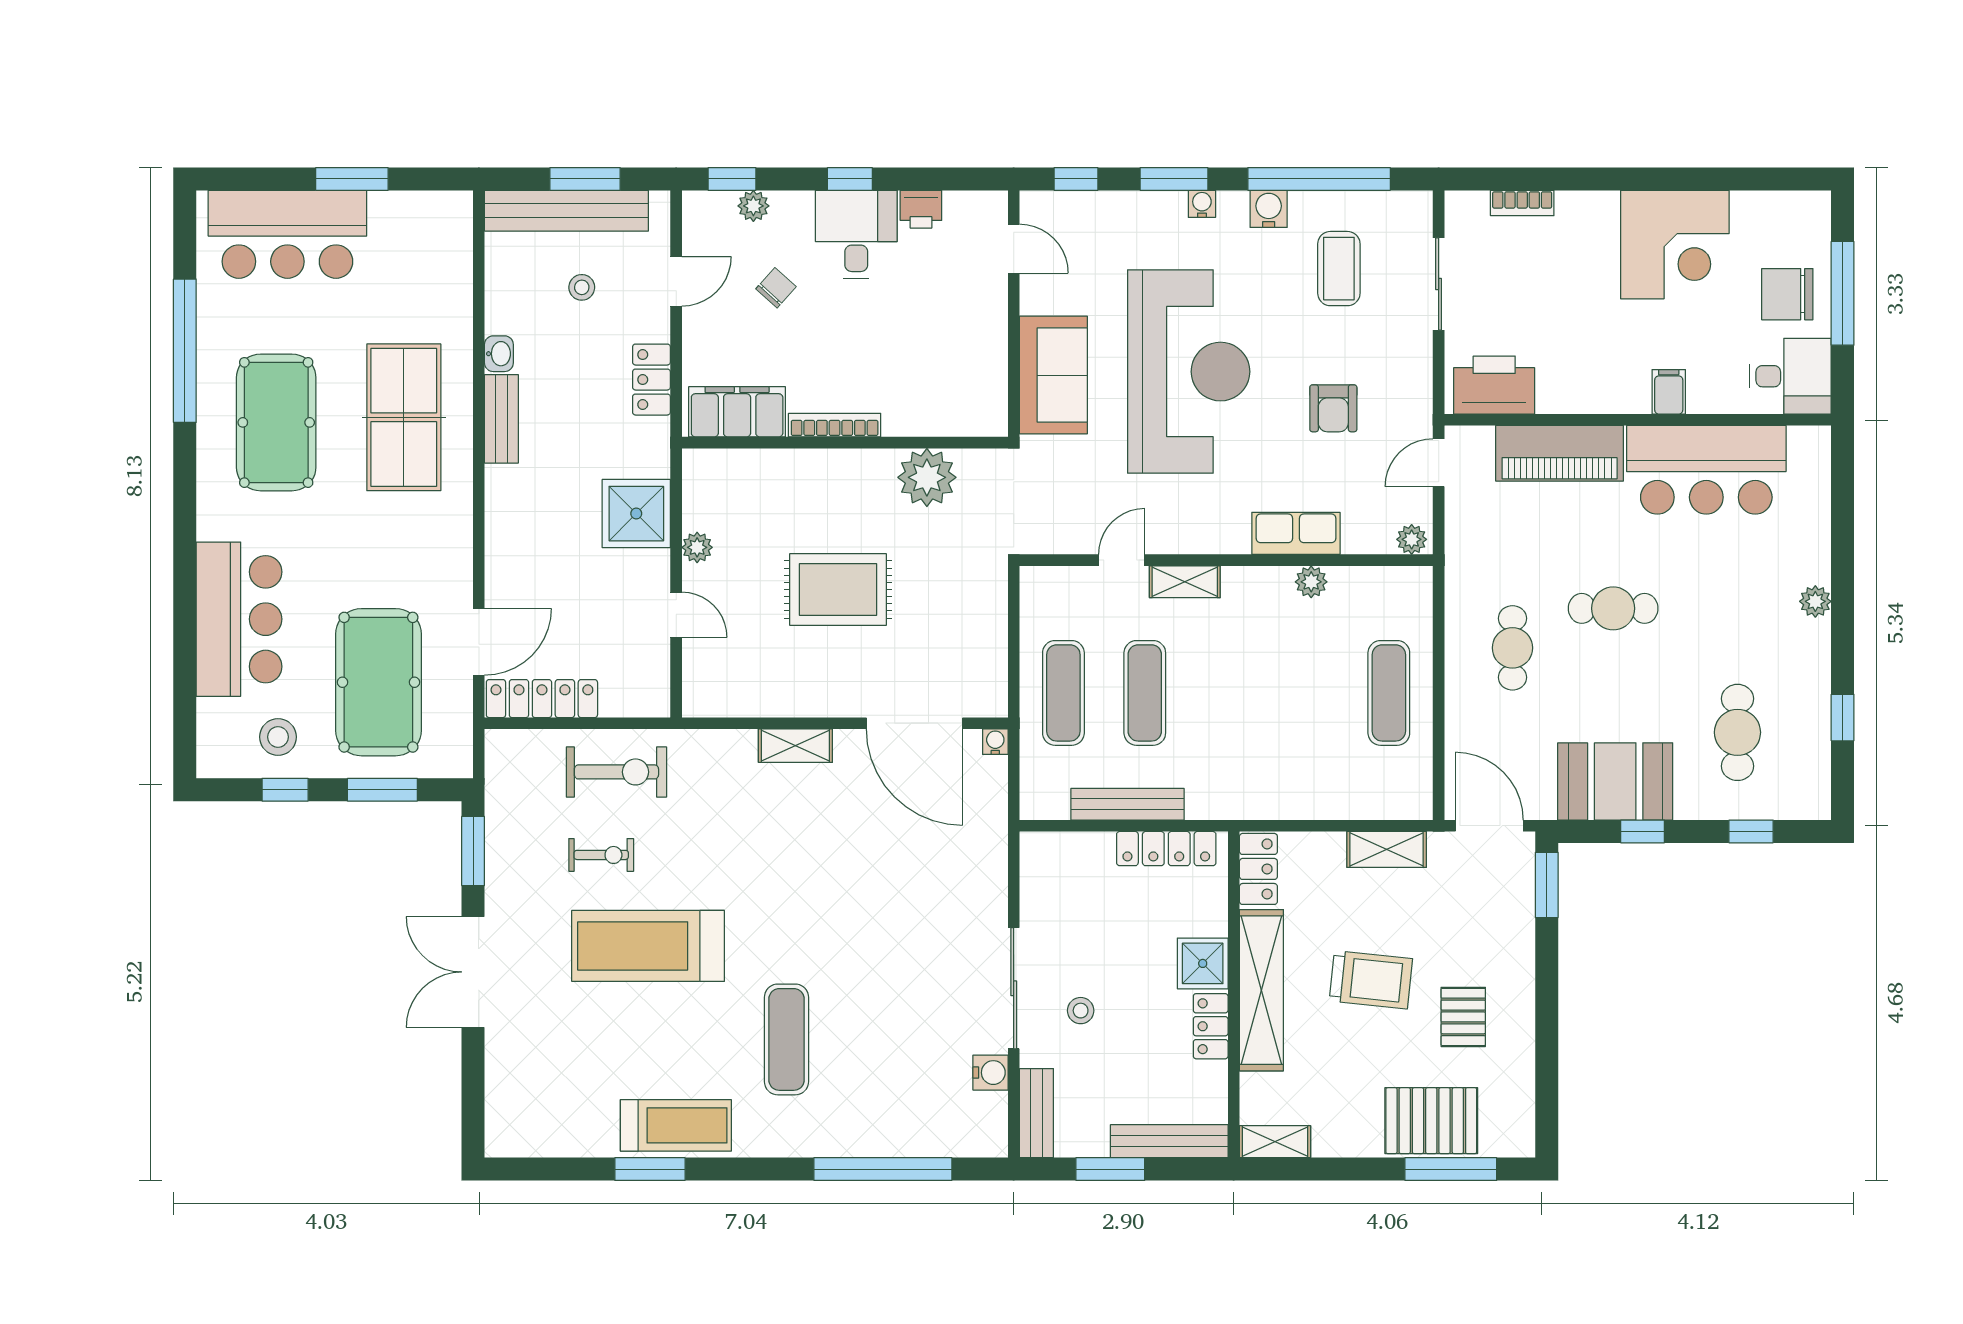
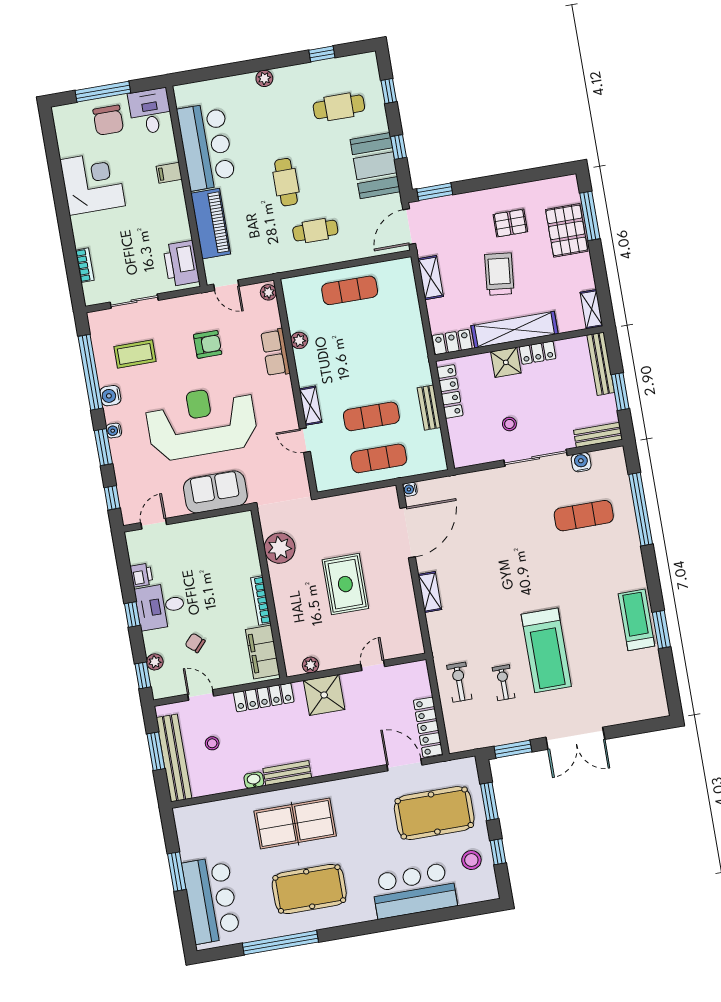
locker: (651, 380) -> (264, 697), width x1.53
plant: (697, 547) -> (311, 665), moved
exercise bike: (616, 772) -> (459, 682), width x0.73, depth x0.72
bench: (1128, 804) -> (429, 408), width x0.73
stool: (1081, 1011) -> (509, 424), moved
exercise mat: (787, 1039) -> (584, 516), moved

